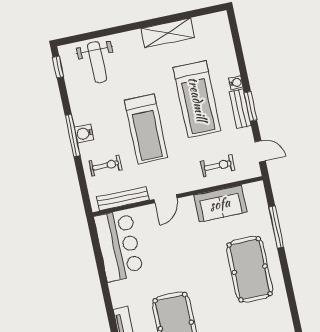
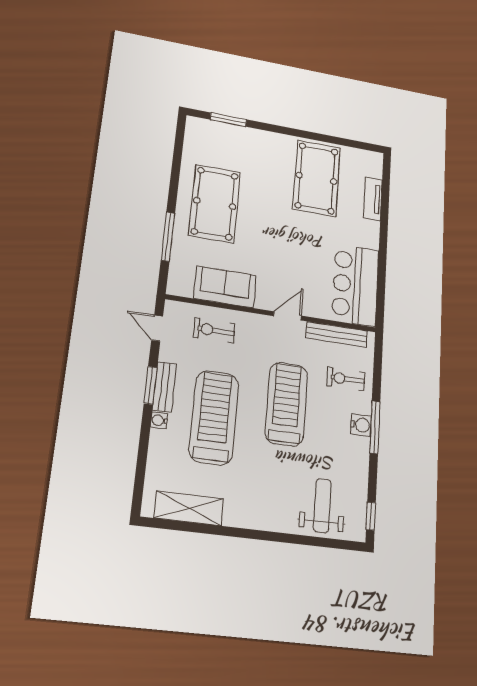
shelving: (168, 33) -> (189, 508), moved

